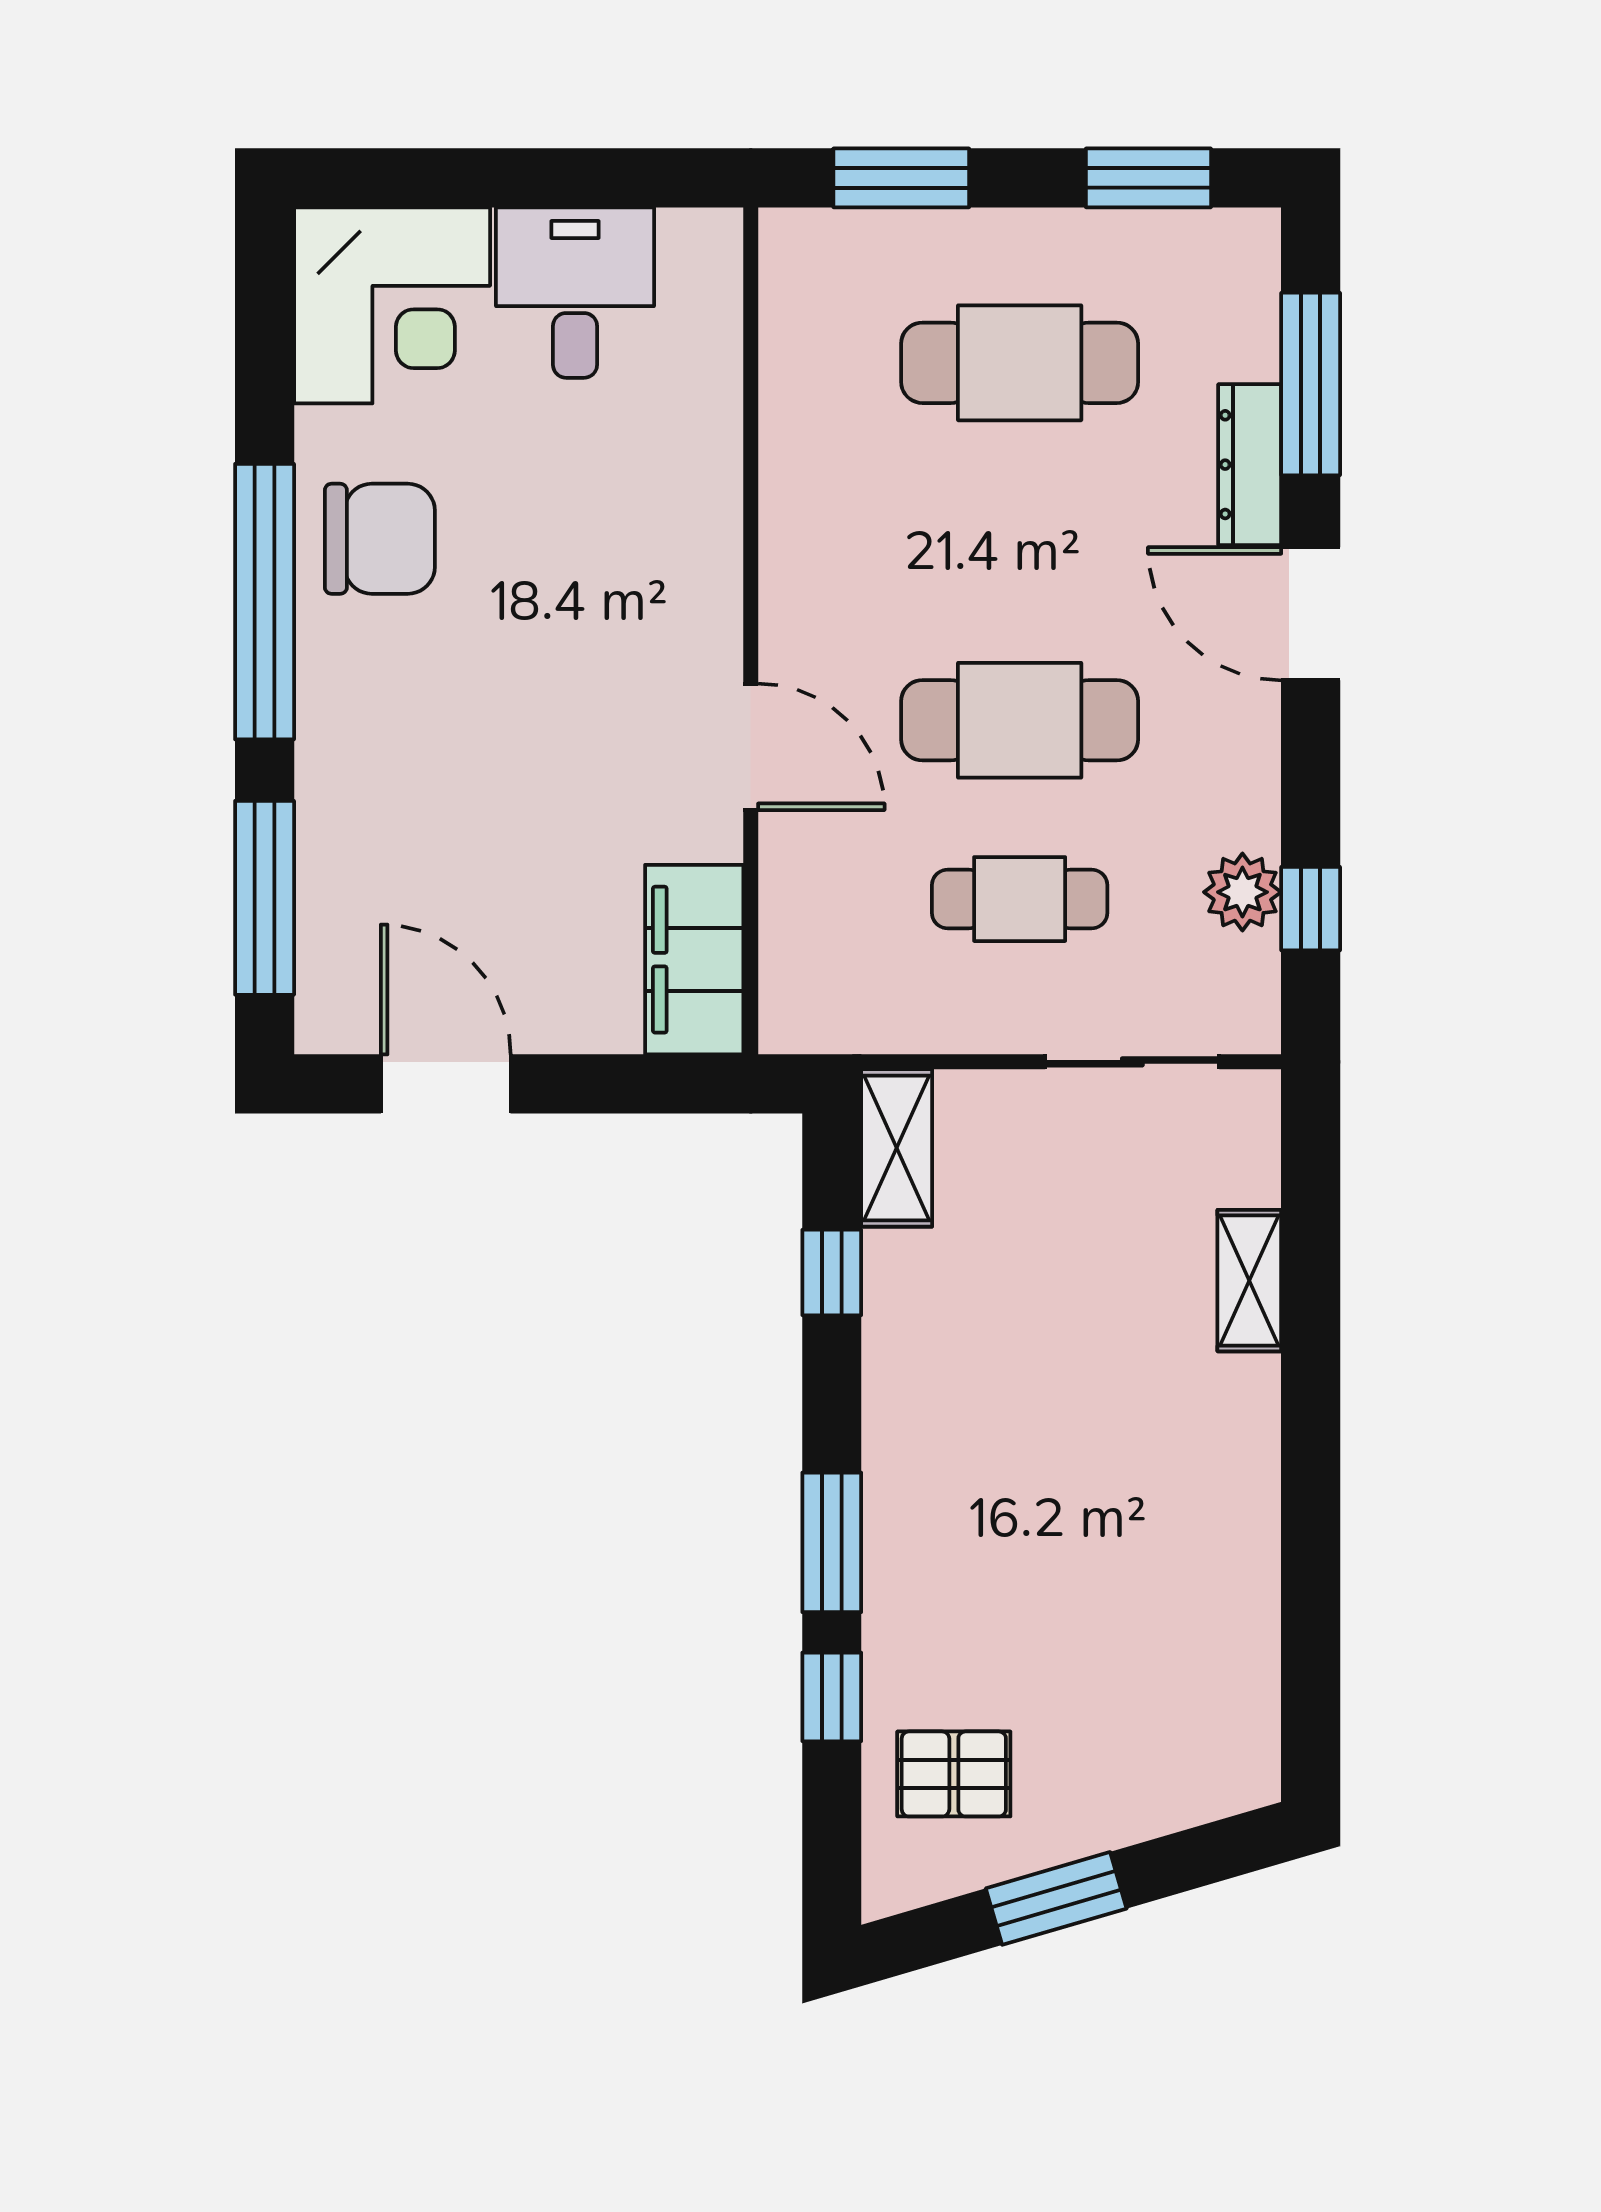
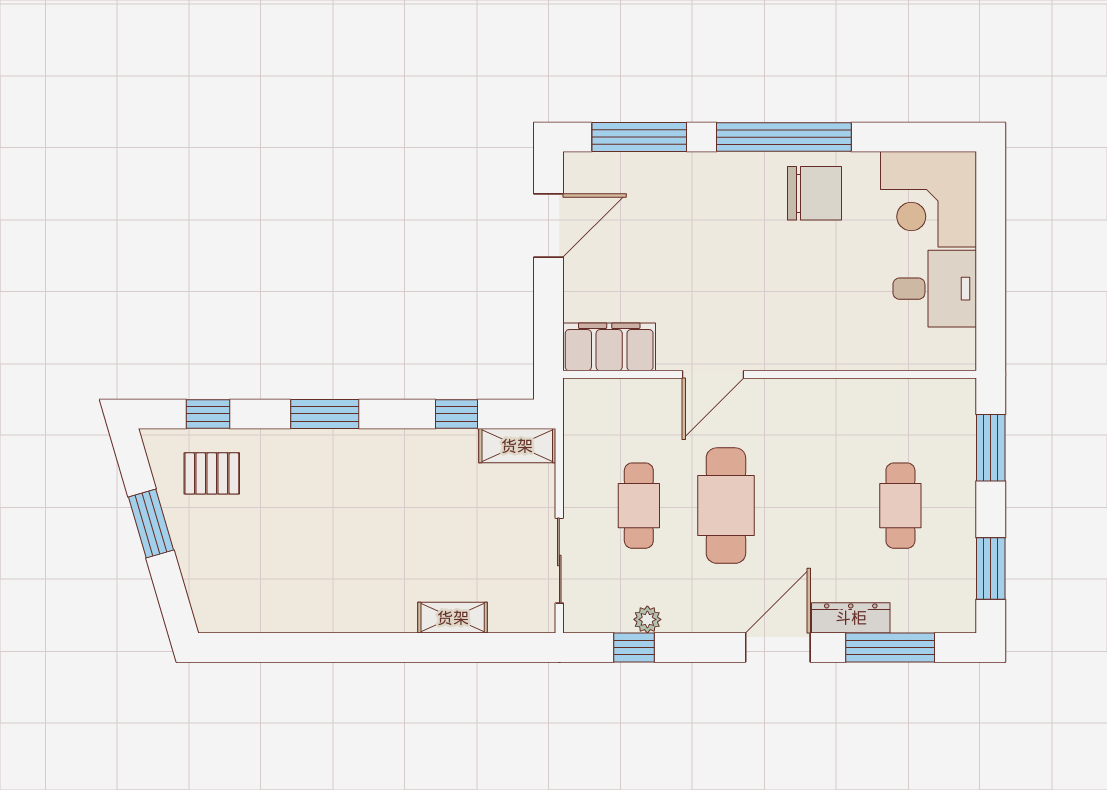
cafe table: (1020, 363) -> (900, 506), width x0.73, depth x0.74
chair: (380, 539) -> (815, 193), turned -90
plant: (1242, 892) -> (647, 619), width x0.73, depth x0.73
window: (832, 1697) -> (208, 414), moved
pallet: (954, 1774) -> (212, 473), turned 90

